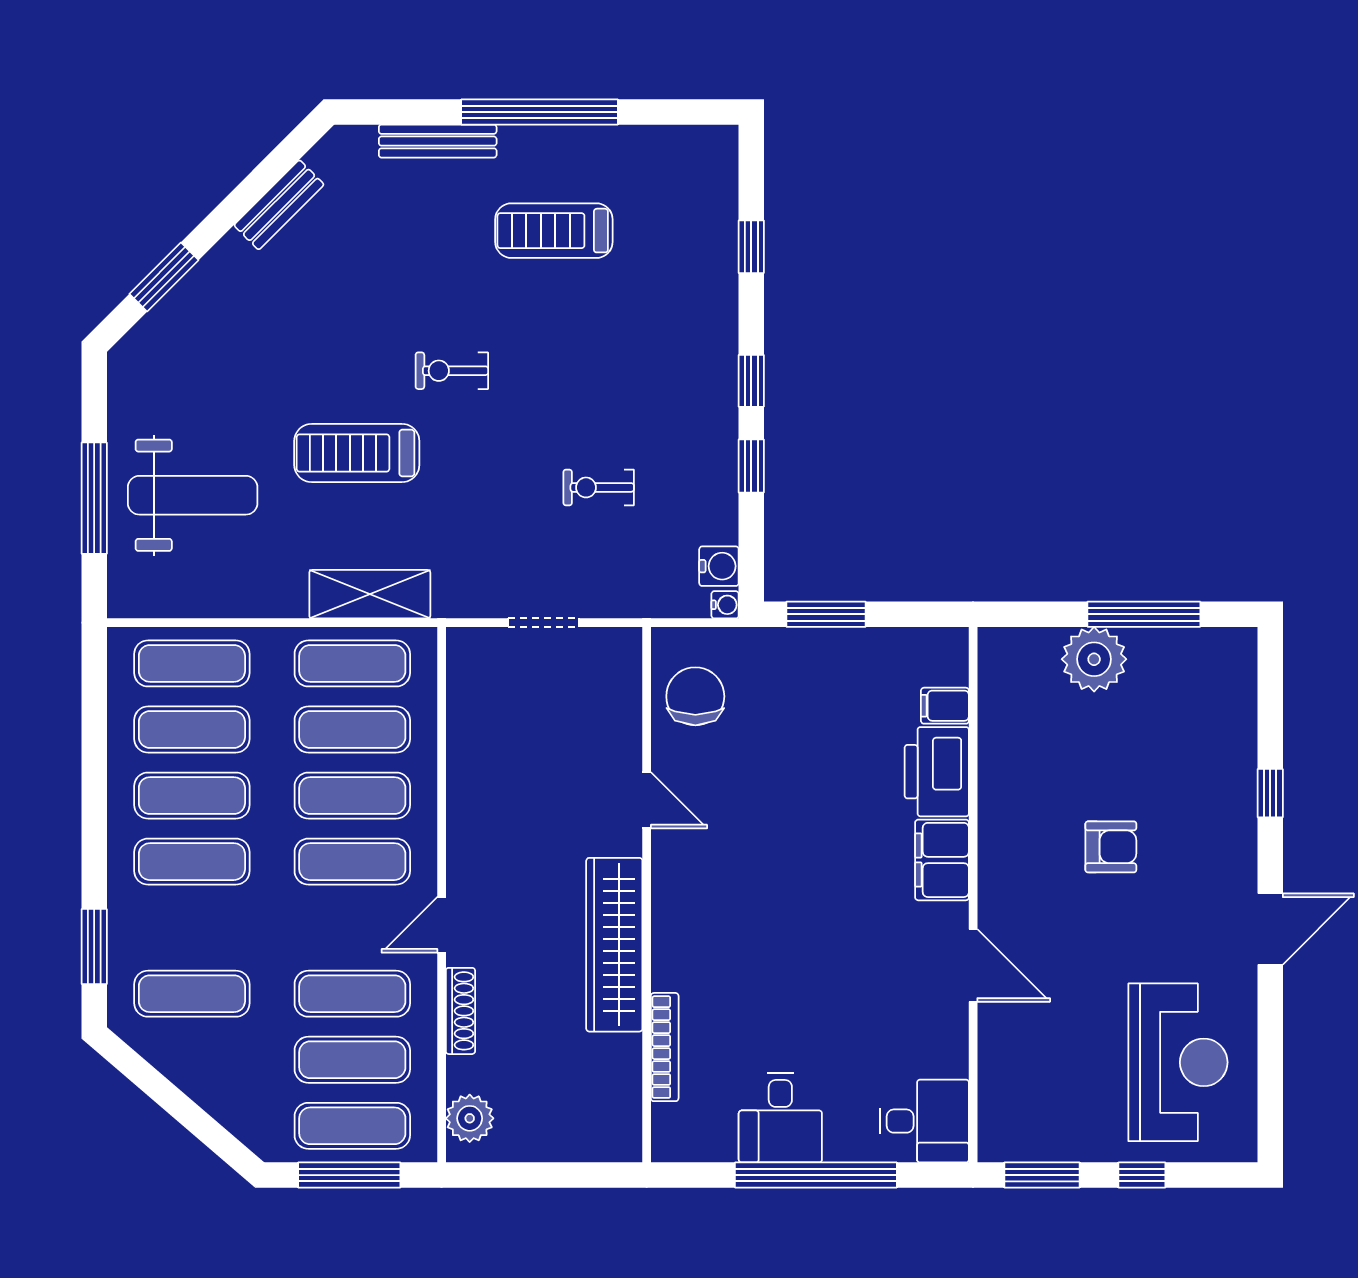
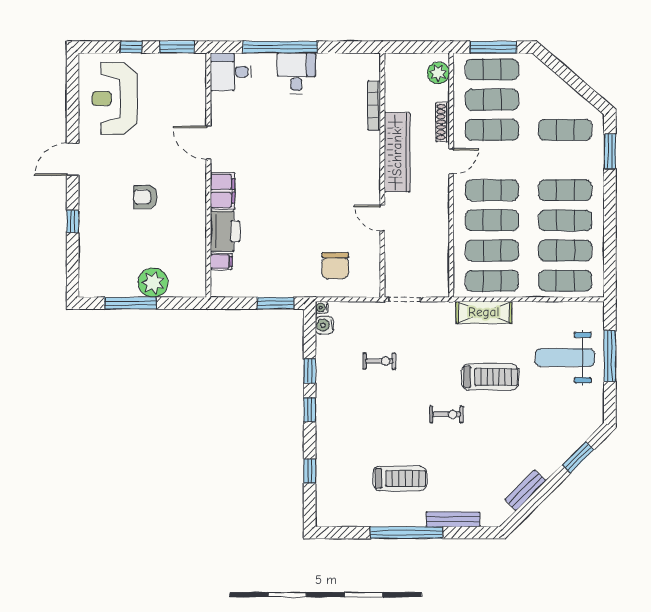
door: (647, 800) -> (382, 218), moved
wall: (647, 895) -> (382, 175), moved
wardrobe: (614, 945) -> (397, 152), moved
bookcase: (665, 1047) -> (374, 105), moved

